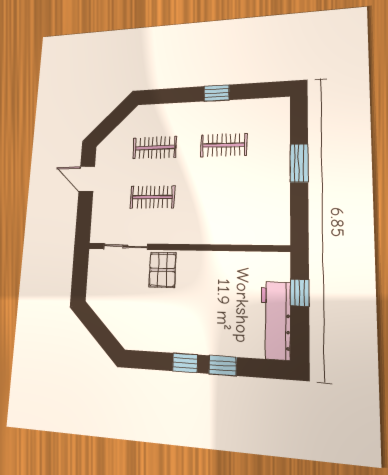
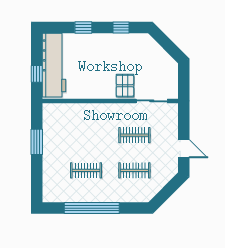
window: (217, 93) -> (92, 208), width x3.17
window: (299, 163) -> (37, 142), moved
workbench: (276, 320) -> (54, 65), width x1.36, depth x1.32
window: (185, 363) -> (121, 27), moved

